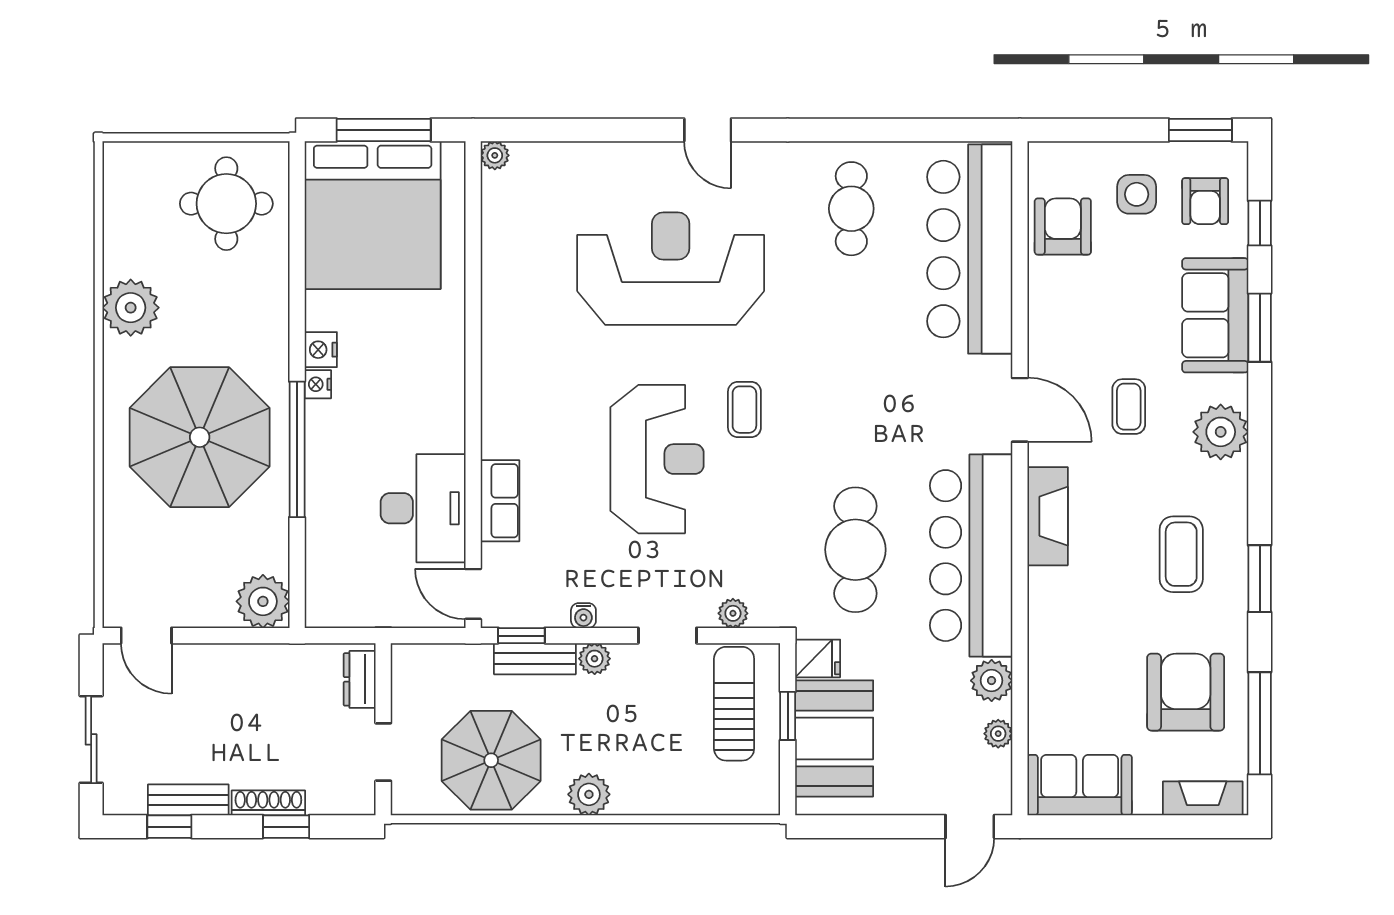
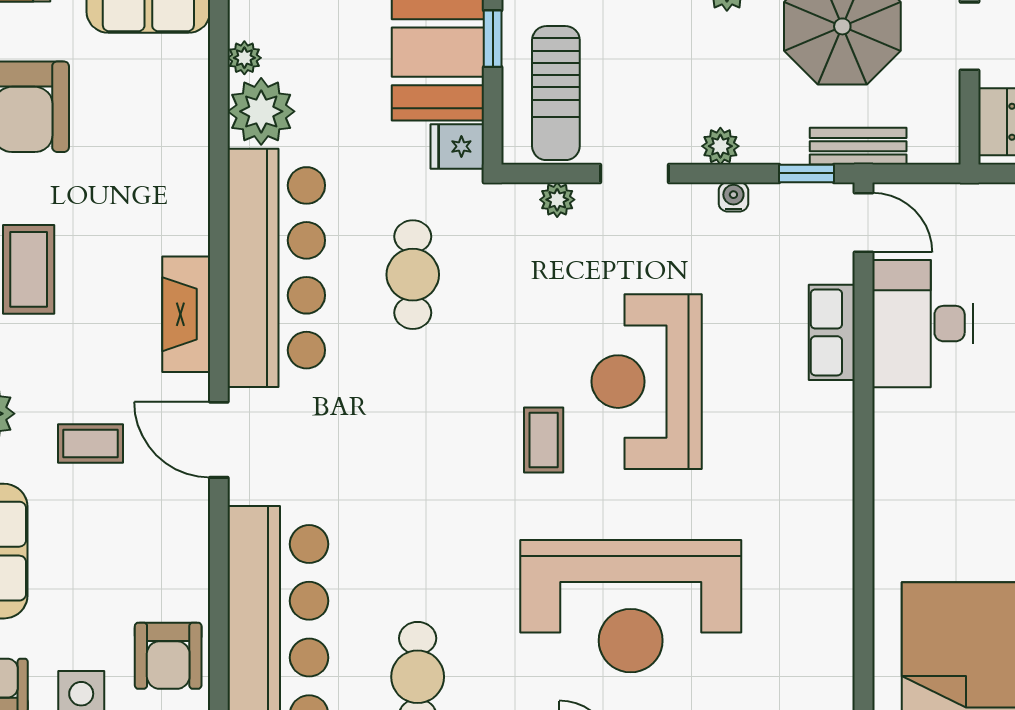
coffee table: (1129, 407) -> (90, 443), turned 90
cafe table: (855, 550) -> (413, 275), width x0.73, depth x0.74
bench: (535, 659) -> (858, 146), moved
plant: (992, 681) -> (261, 111), width x1.36, depth x1.36
window: (788, 716) -> (493, 39), moved

